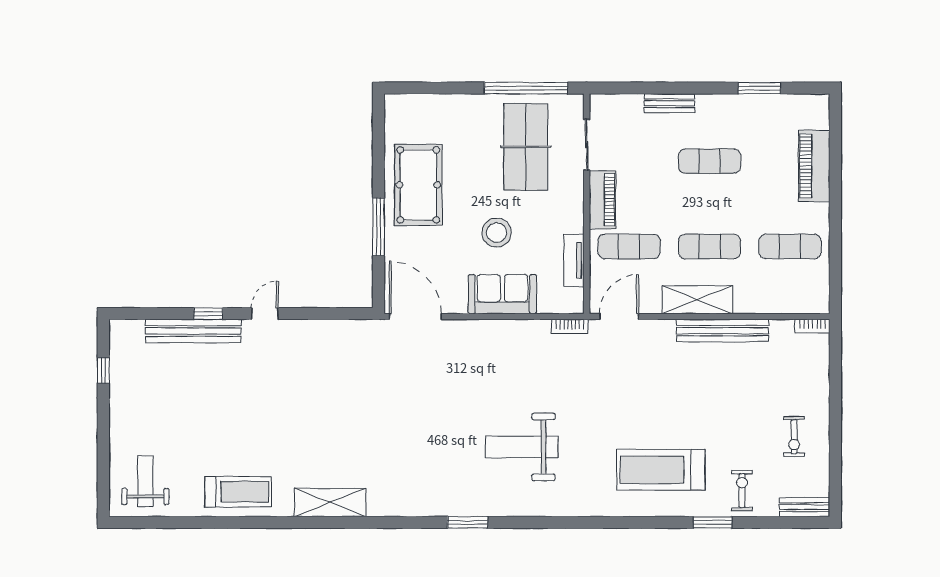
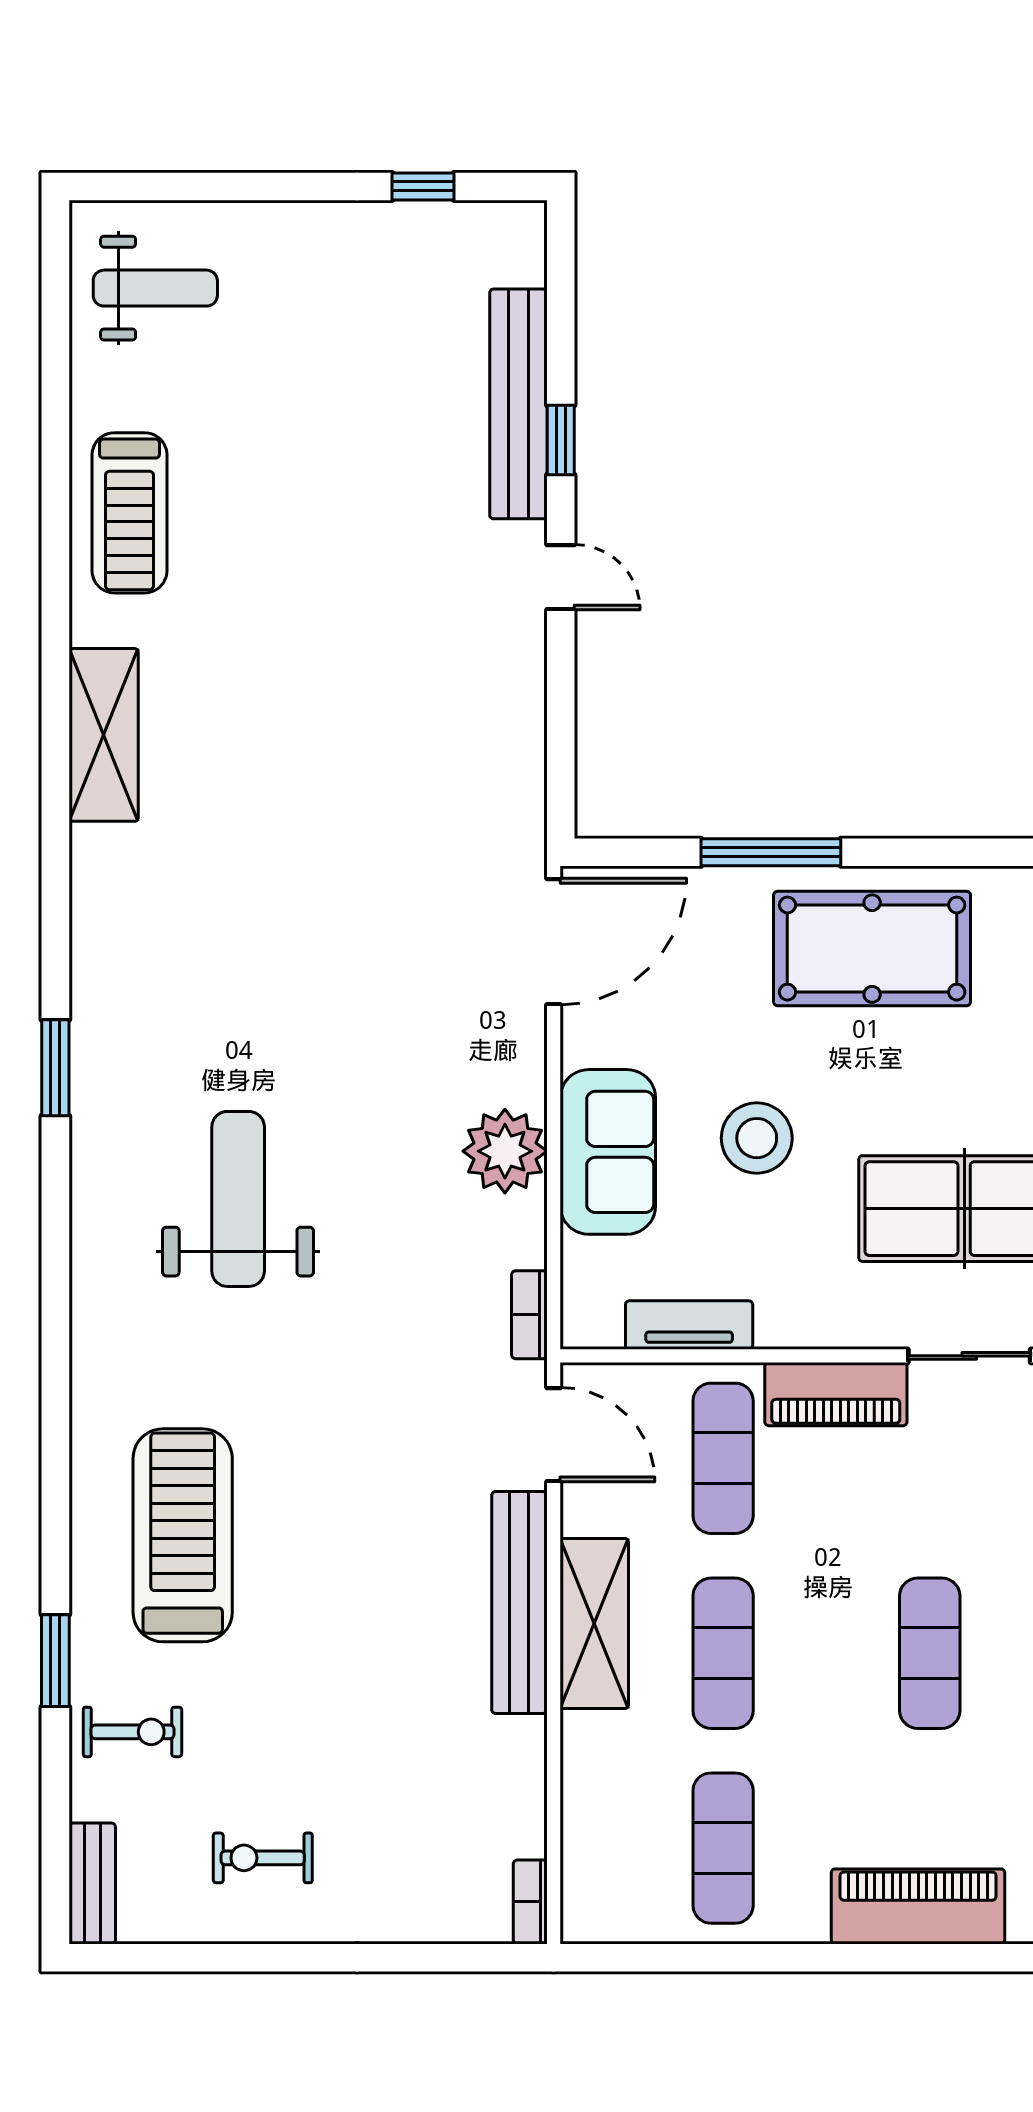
bench: (723, 331) -> (519, 1603), moved
plant: (502, 337) -> (505, 1151), added

